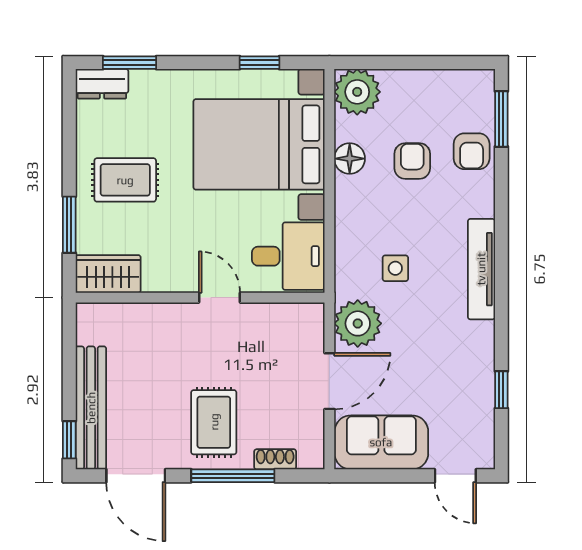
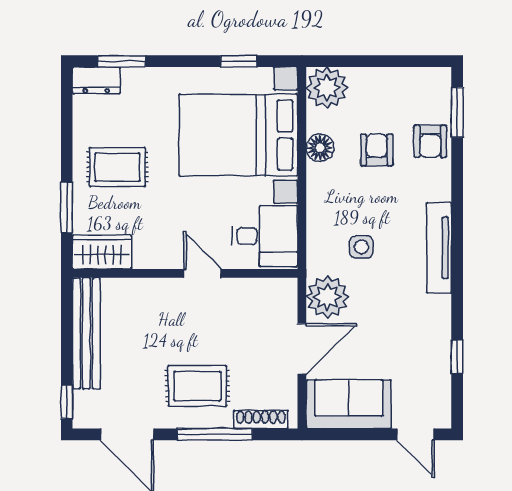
bench: (91, 408) -> (86, 333), moved
rug: (214, 422) -> (197, 386), turned 90
shoe rack: (275, 459) -> (261, 420), width x1.43

